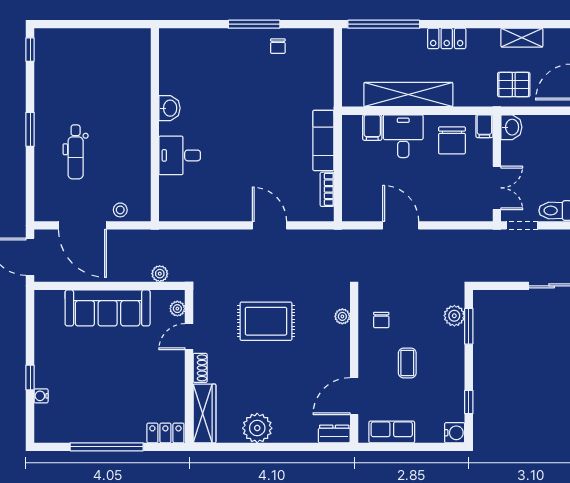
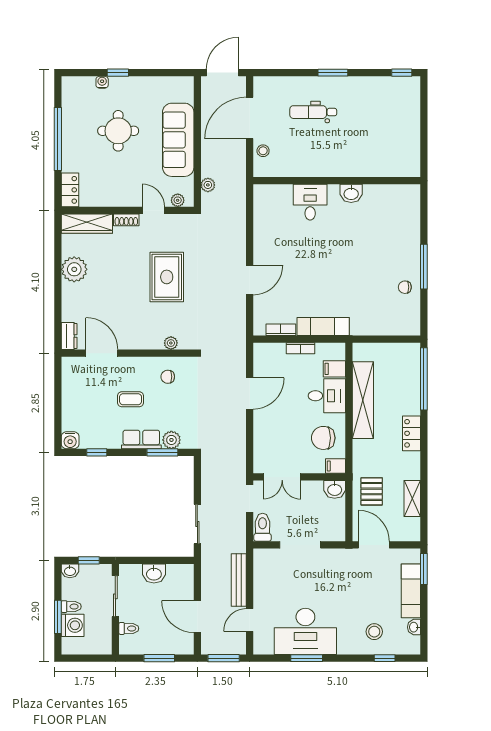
bookcase: (348, 167) -> (300, 348), added
round table: (97, 377) -> (118, 131), added
row of seats: (392, 432) -> (141, 440), moved, turned -90

